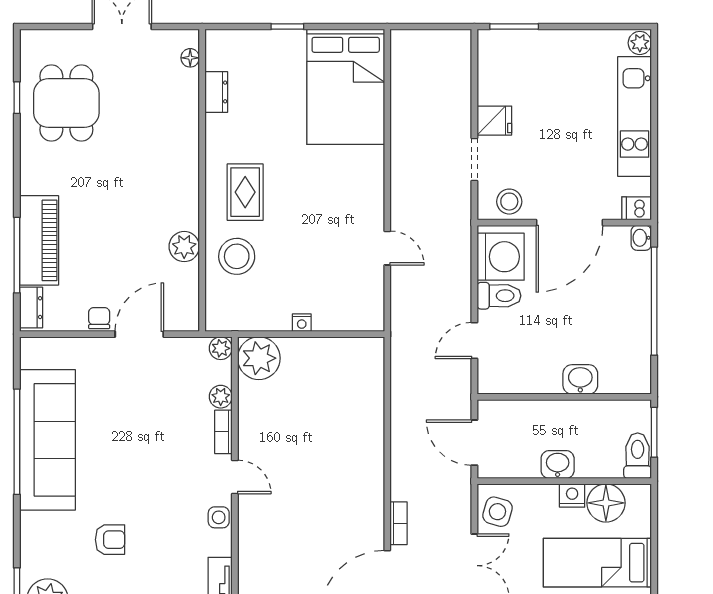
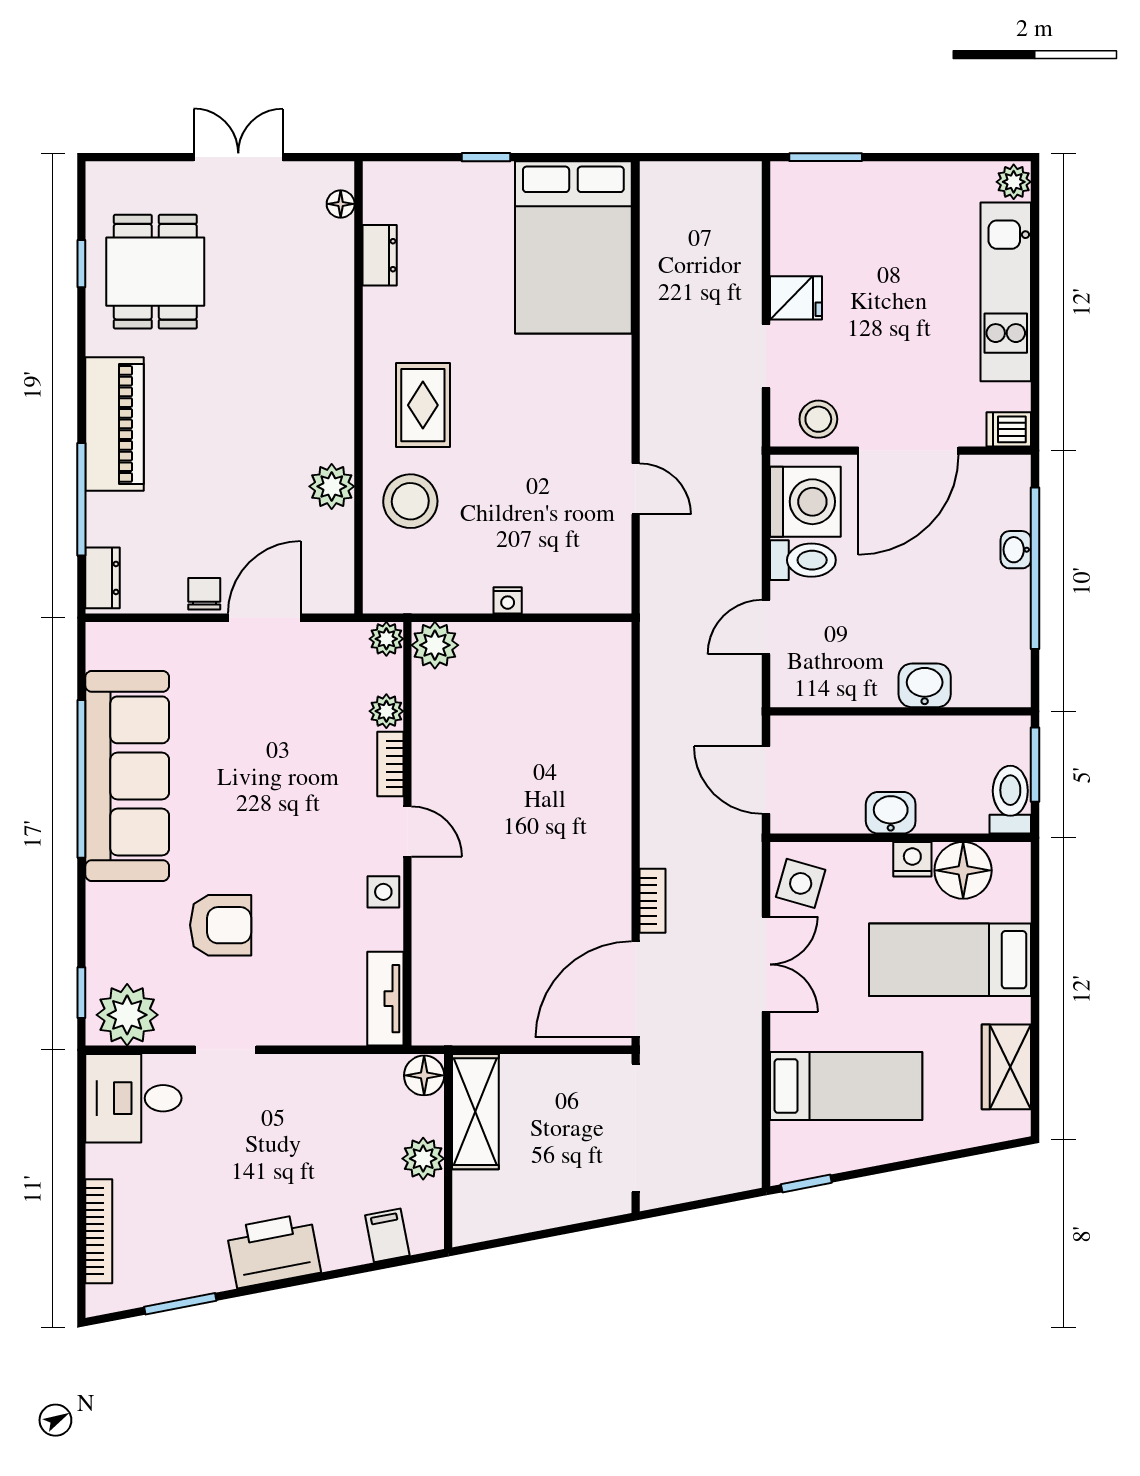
washbasin: (641, 238) -> (1016, 550), moved
piano: (39, 240) -> (114, 424), moved
plant: (259, 358) -> (435, 645), width x0.73, depth x0.73
armchair: (110, 540) -> (221, 925), width x1.38, depth x1.38

